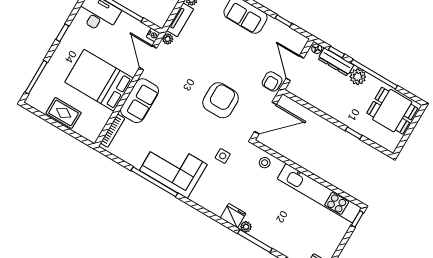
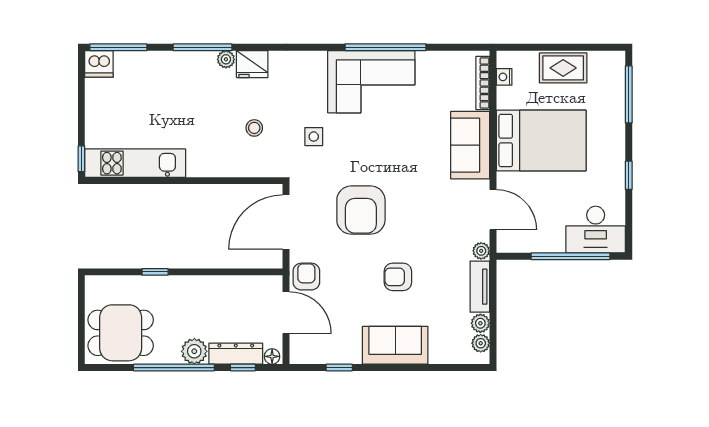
nightstand: (153, 35) -> (504, 77), moved
armchair: (222, 52) -> (398, 277), added
stool: (265, 163) -> (254, 128), moved
kitchen unit: (319, 193) -> (135, 163), width x0.73

